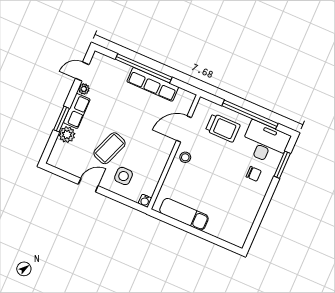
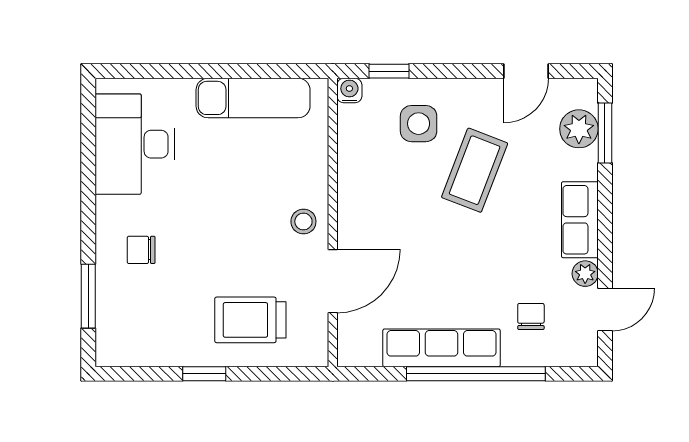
chair: (112, 81) -> (531, 316), added
window: (250, 115) -> (204, 374), width x0.32
window: (62, 119) -> (605, 133), moved
plant: (67, 135) -> (579, 129), moved
desk: (265, 143) -> (135, 144), moved, turned 90
door: (88, 185) -> (526, 71), moved
window: (126, 202) -> (389, 71), added

